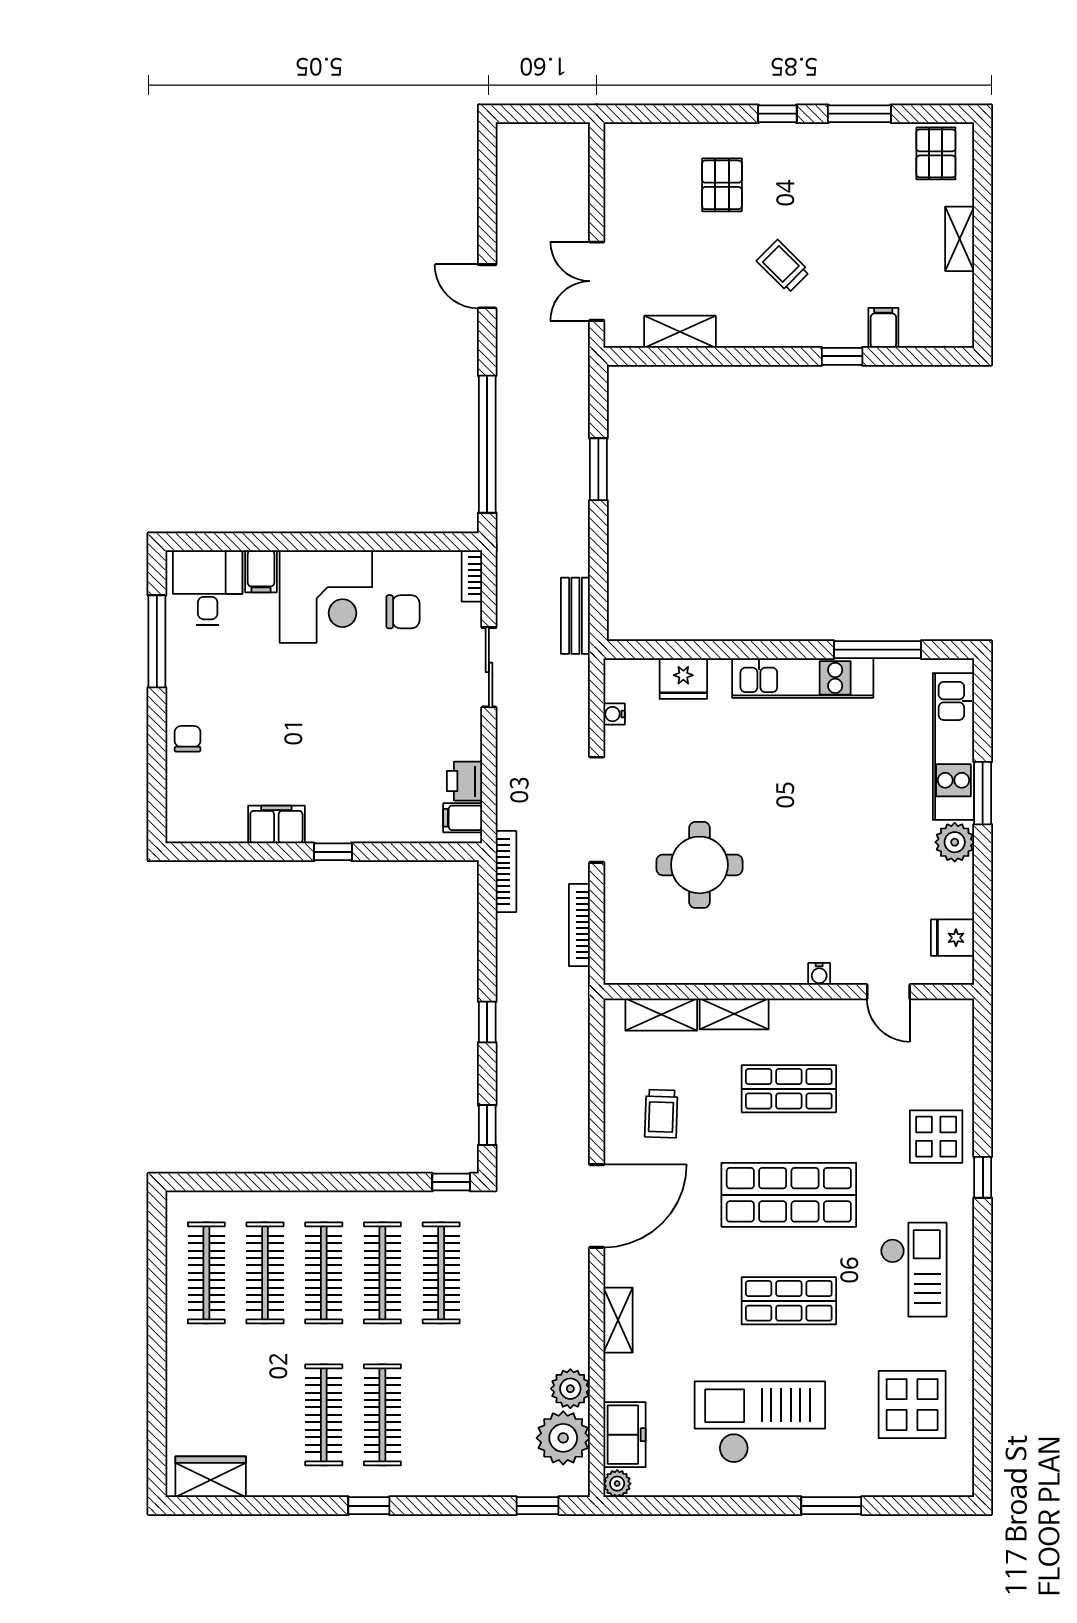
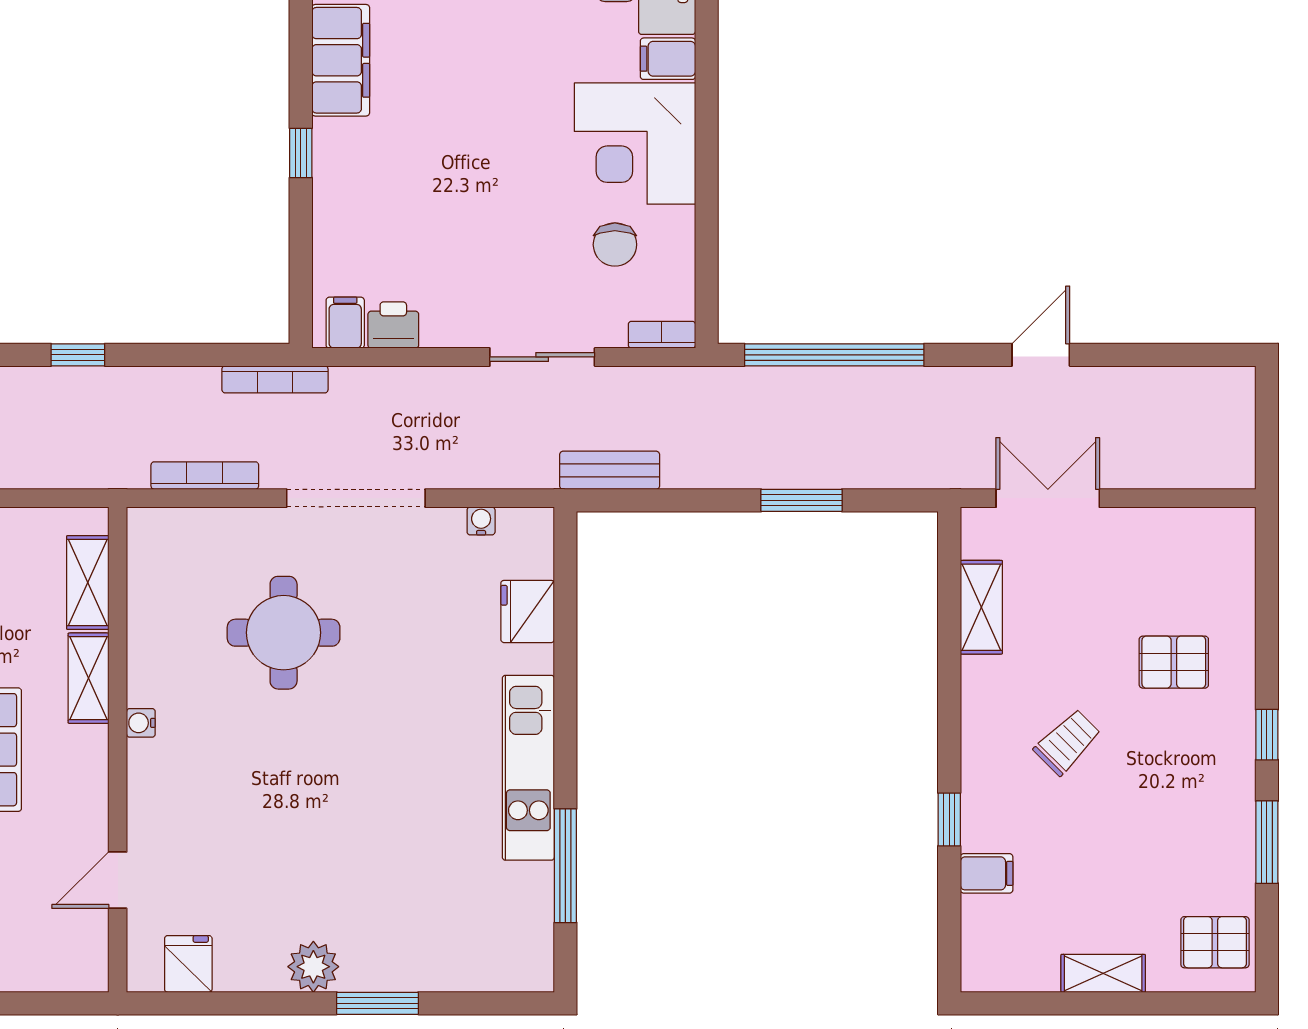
kitchen unit: (953, 747) -> (439, 965), removed
filing cabinet: (276, 824) -> (341, 60), width x1.50, depth x1.17
water cooler: (819, 974) -> (141, 723), moved

